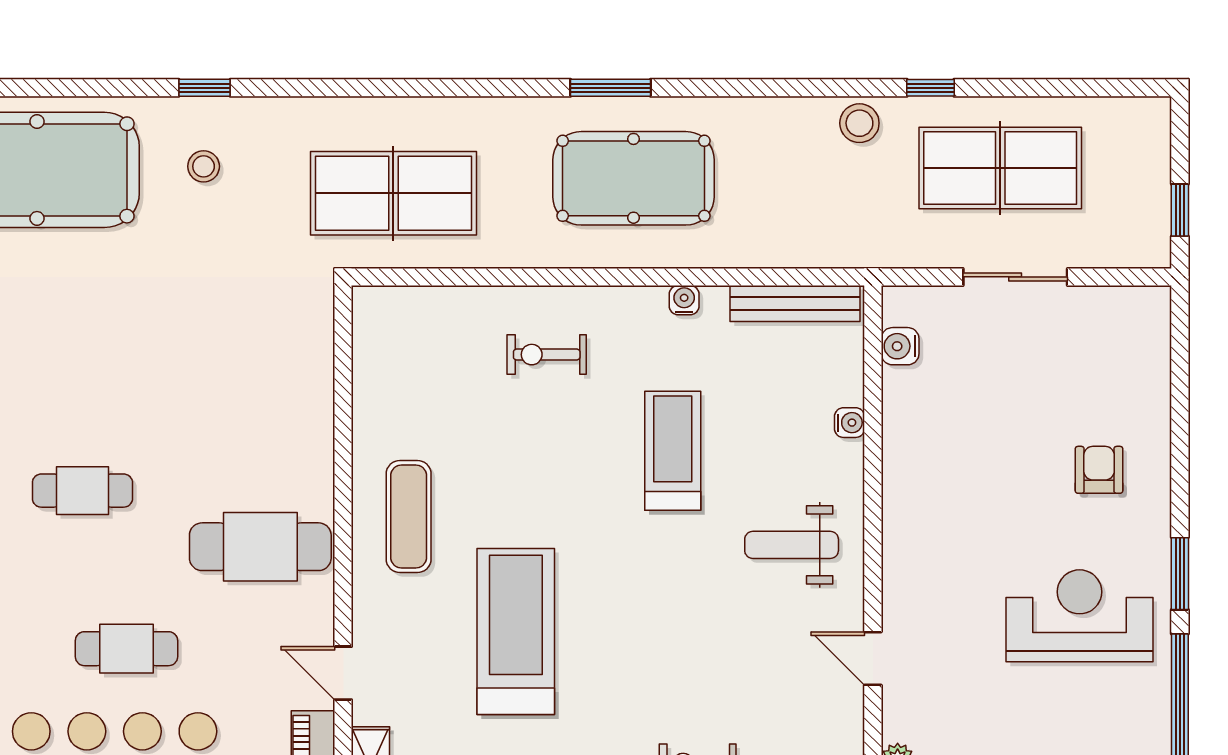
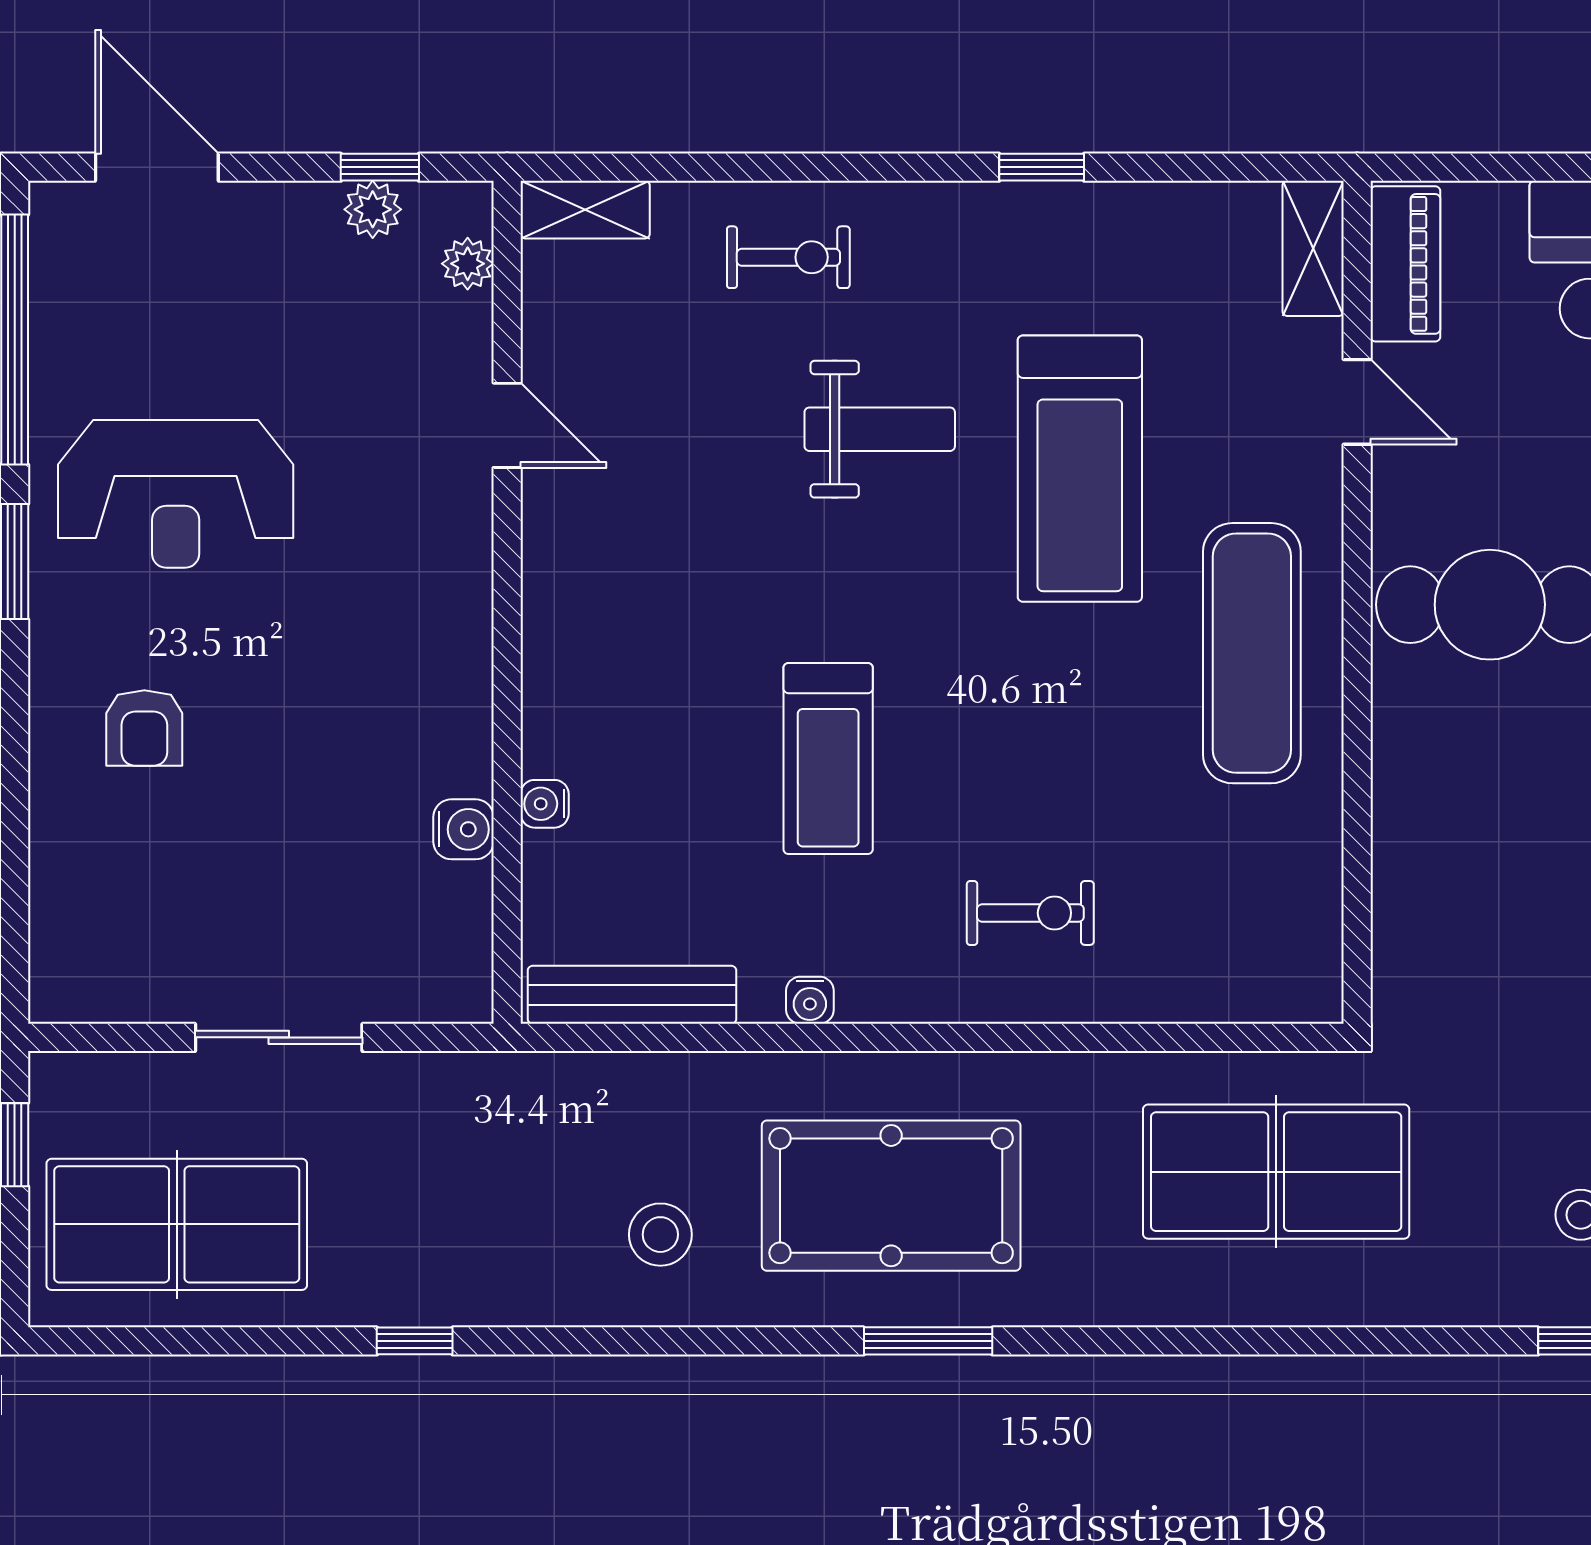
stool: (859, 123) -> (660, 1235), moved
table tennis table: (1000, 168) -> (177, 1224), moved
water cooler: (900, 346) -> (463, 829), moved
exercise mat: (409, 516) -> (1252, 653), width x1.36, depth x1.45
weight bench: (792, 545) -> (880, 429), moved

